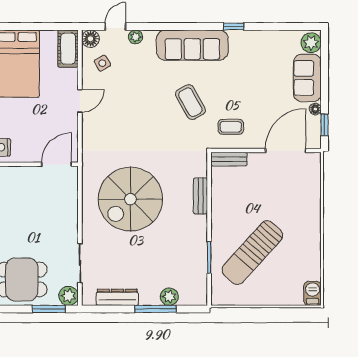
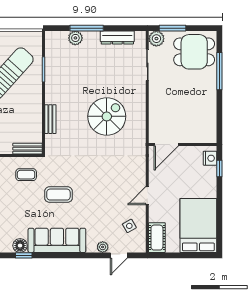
floor lamp: (90, 39) -> (20, 246), moved
coffee table: (190, 102) -> (58, 195), turned -61
spiral stairs: (130, 199) -> (107, 116), width x0.73, depth x0.73

